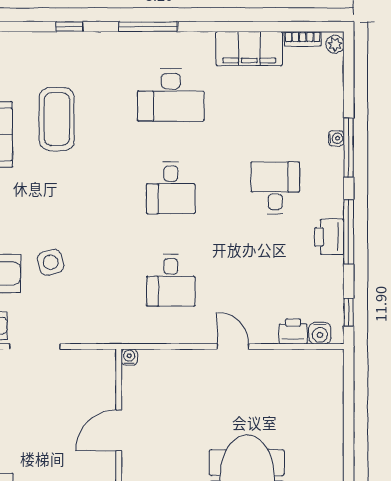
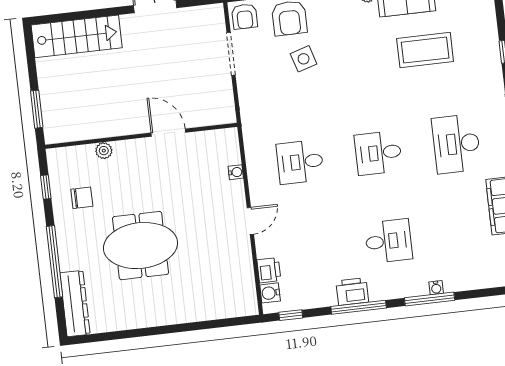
water cooler: (129, 357) -> (236, 172), moved

